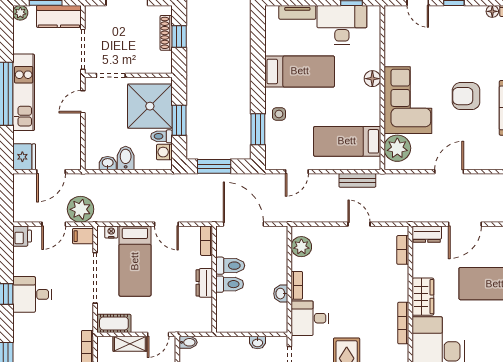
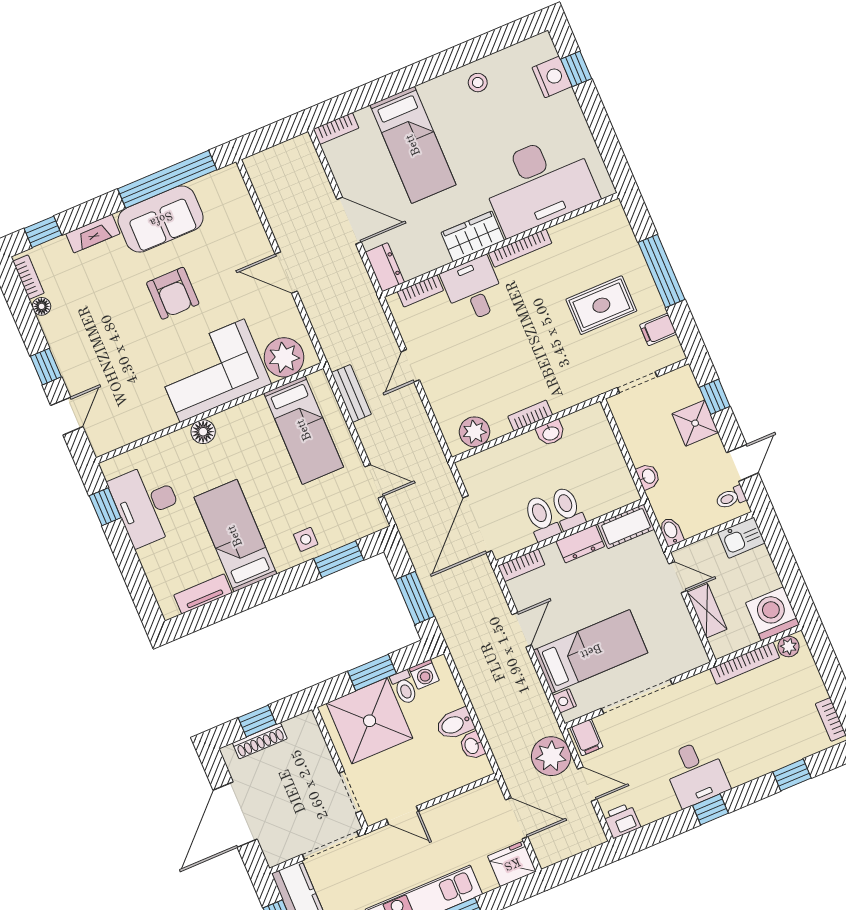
tv unit: (297, 12) -> (203, 594), moved, turned -90
desk: (310, 318) -> (474, 289), moved, turned 180
cot: (114, 323) -> (626, 526), moved, turned 90
washbasin: (258, 343) -> (648, 476), moved

